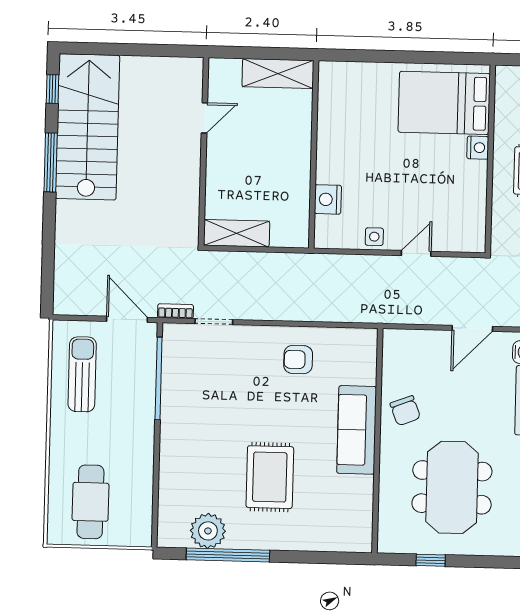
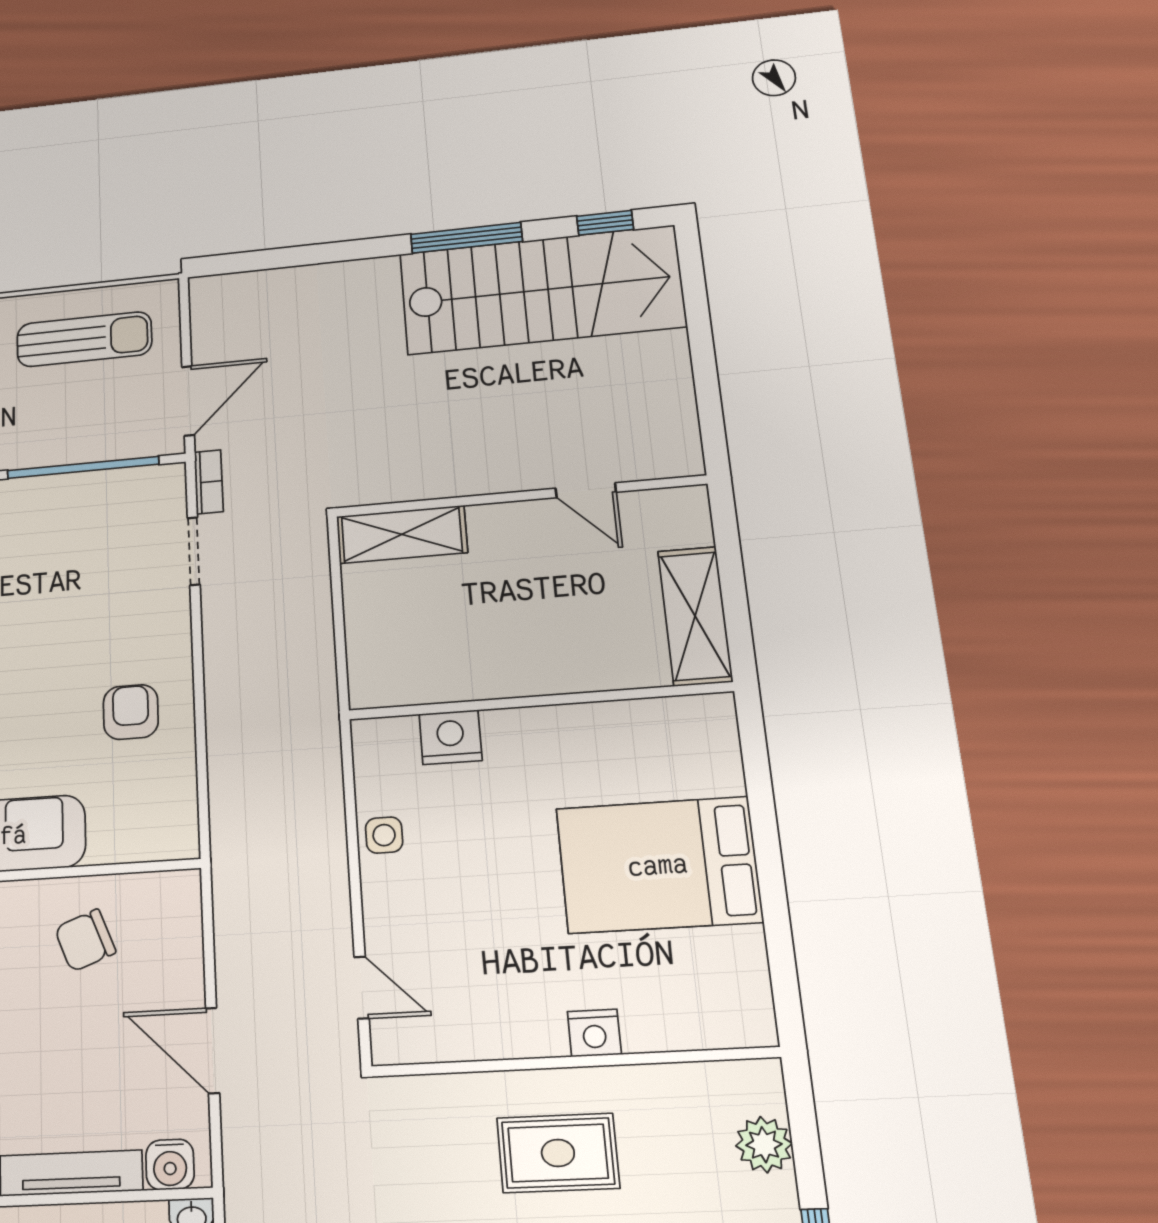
bed: (444, 103) -> (658, 865), moved, turned -90
shelving: (237, 233) -> (402, 534), moved, turned 90
door: (416, 253) -> (362, 988), moved
chair: (405, 411) -> (85, 940), moved

